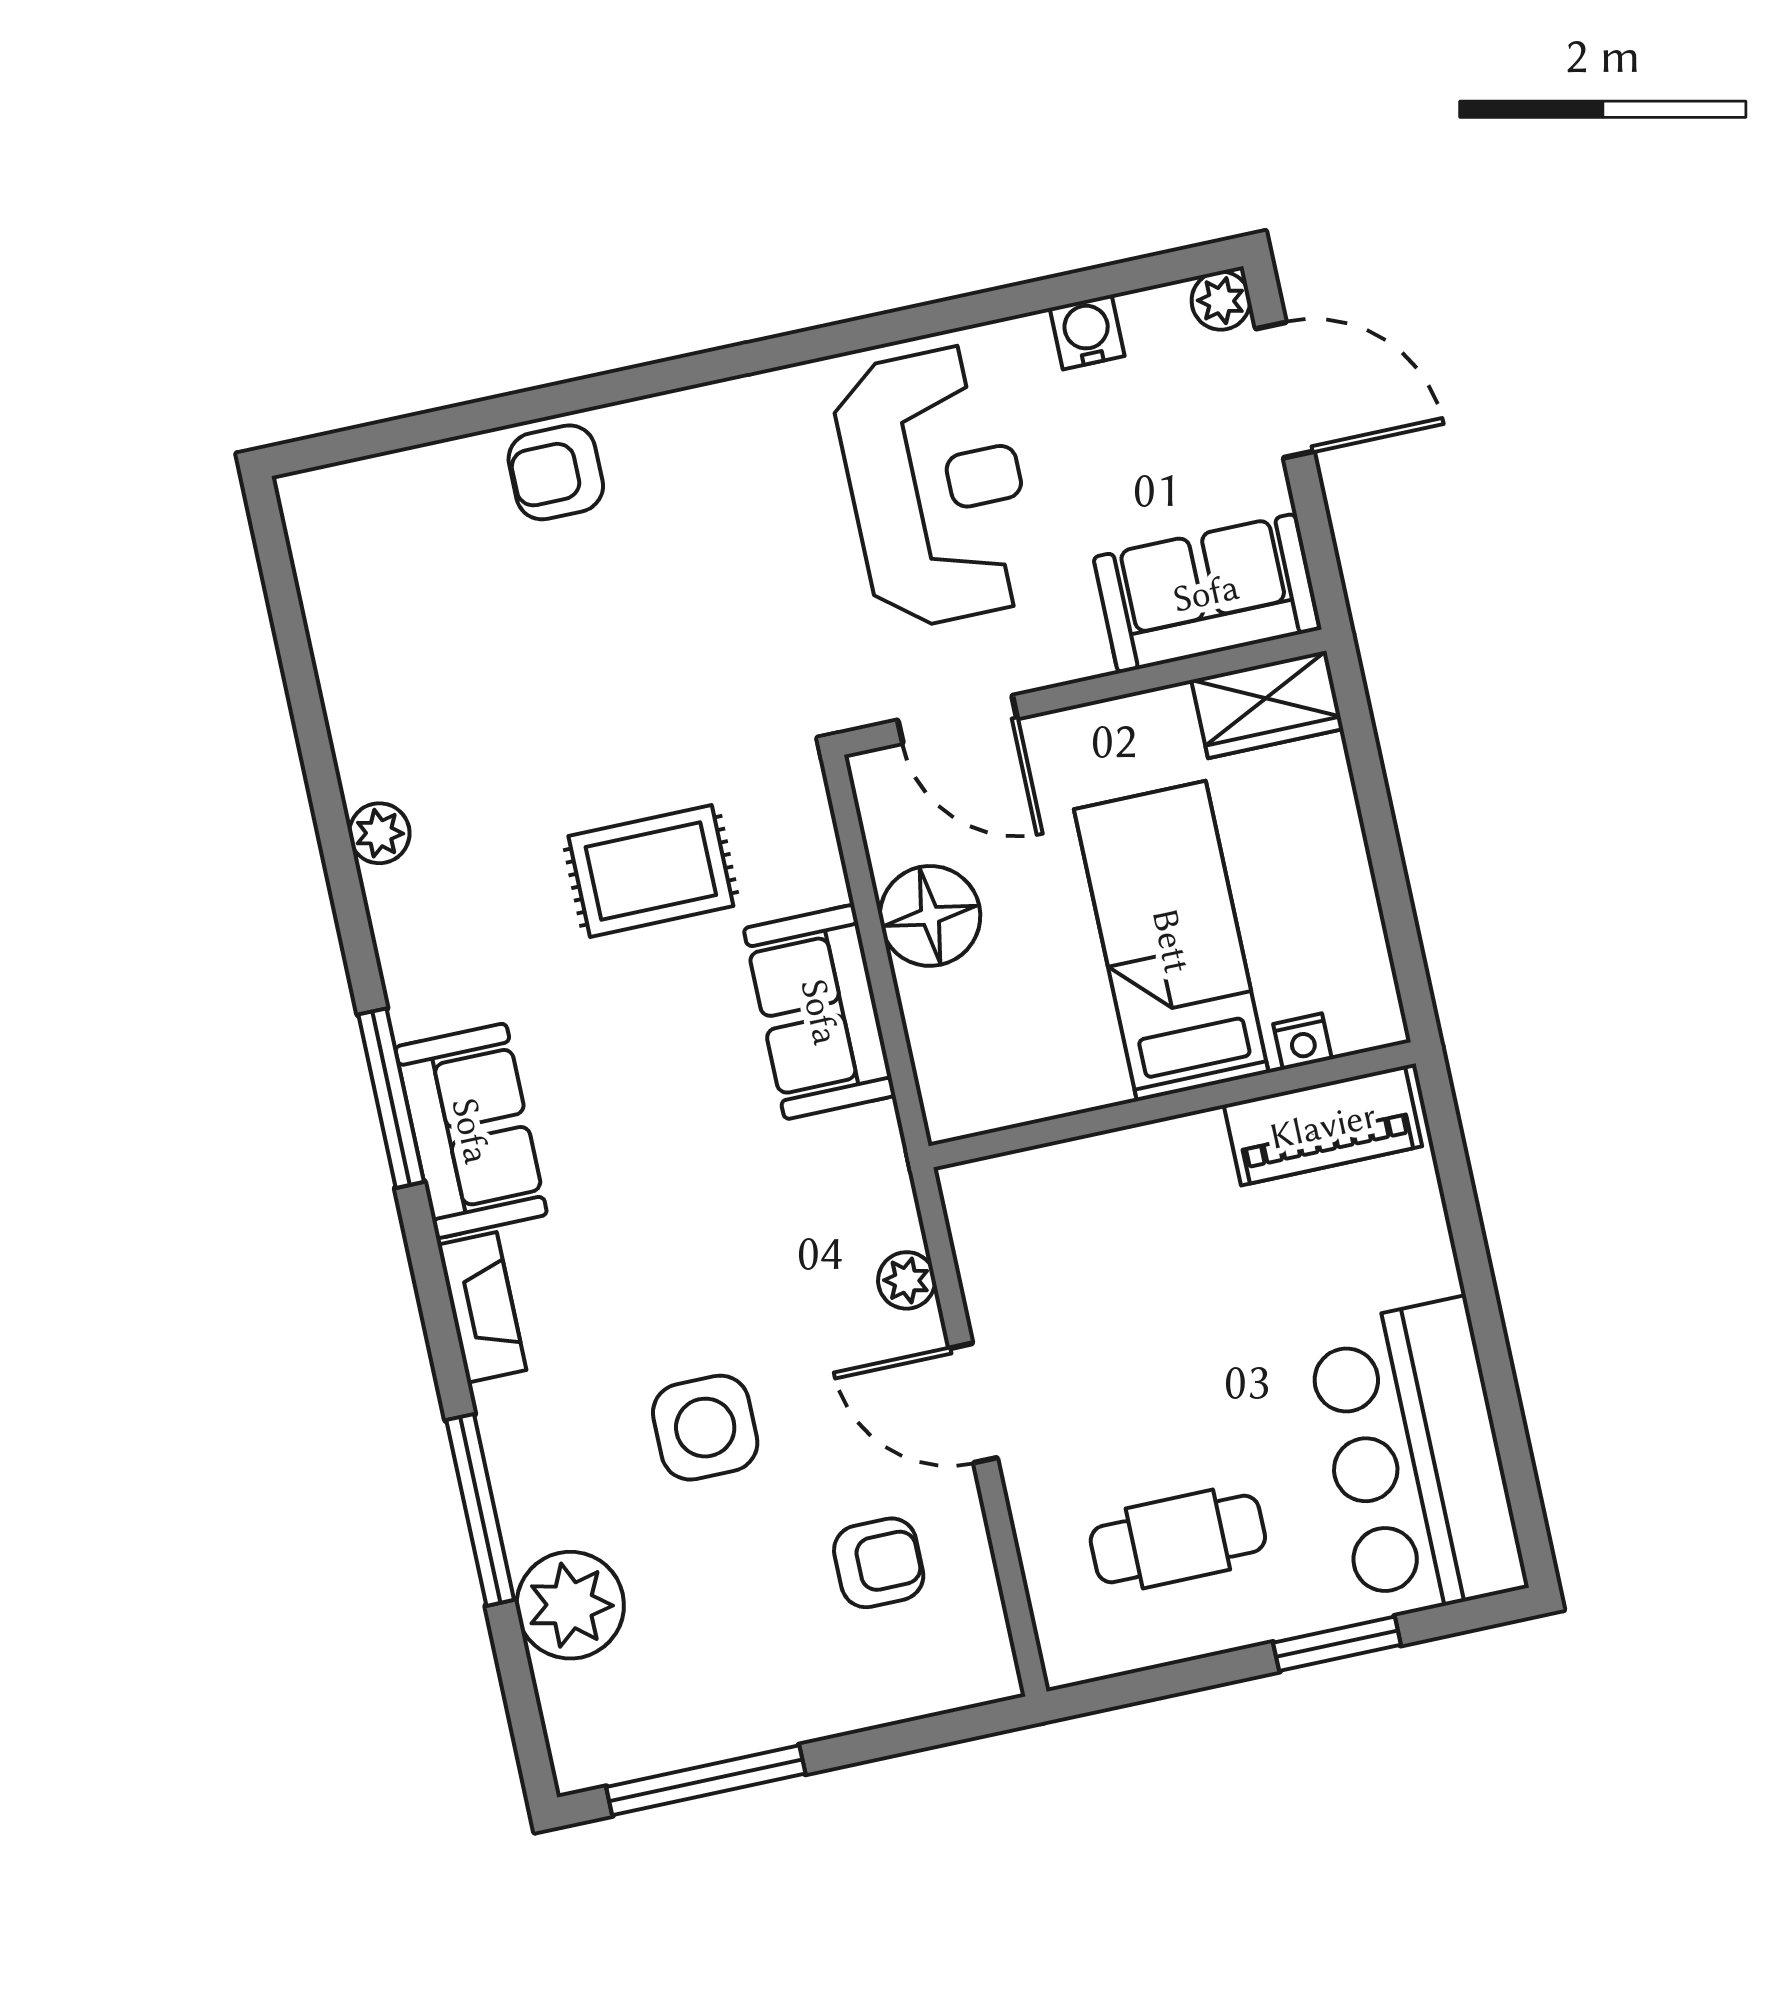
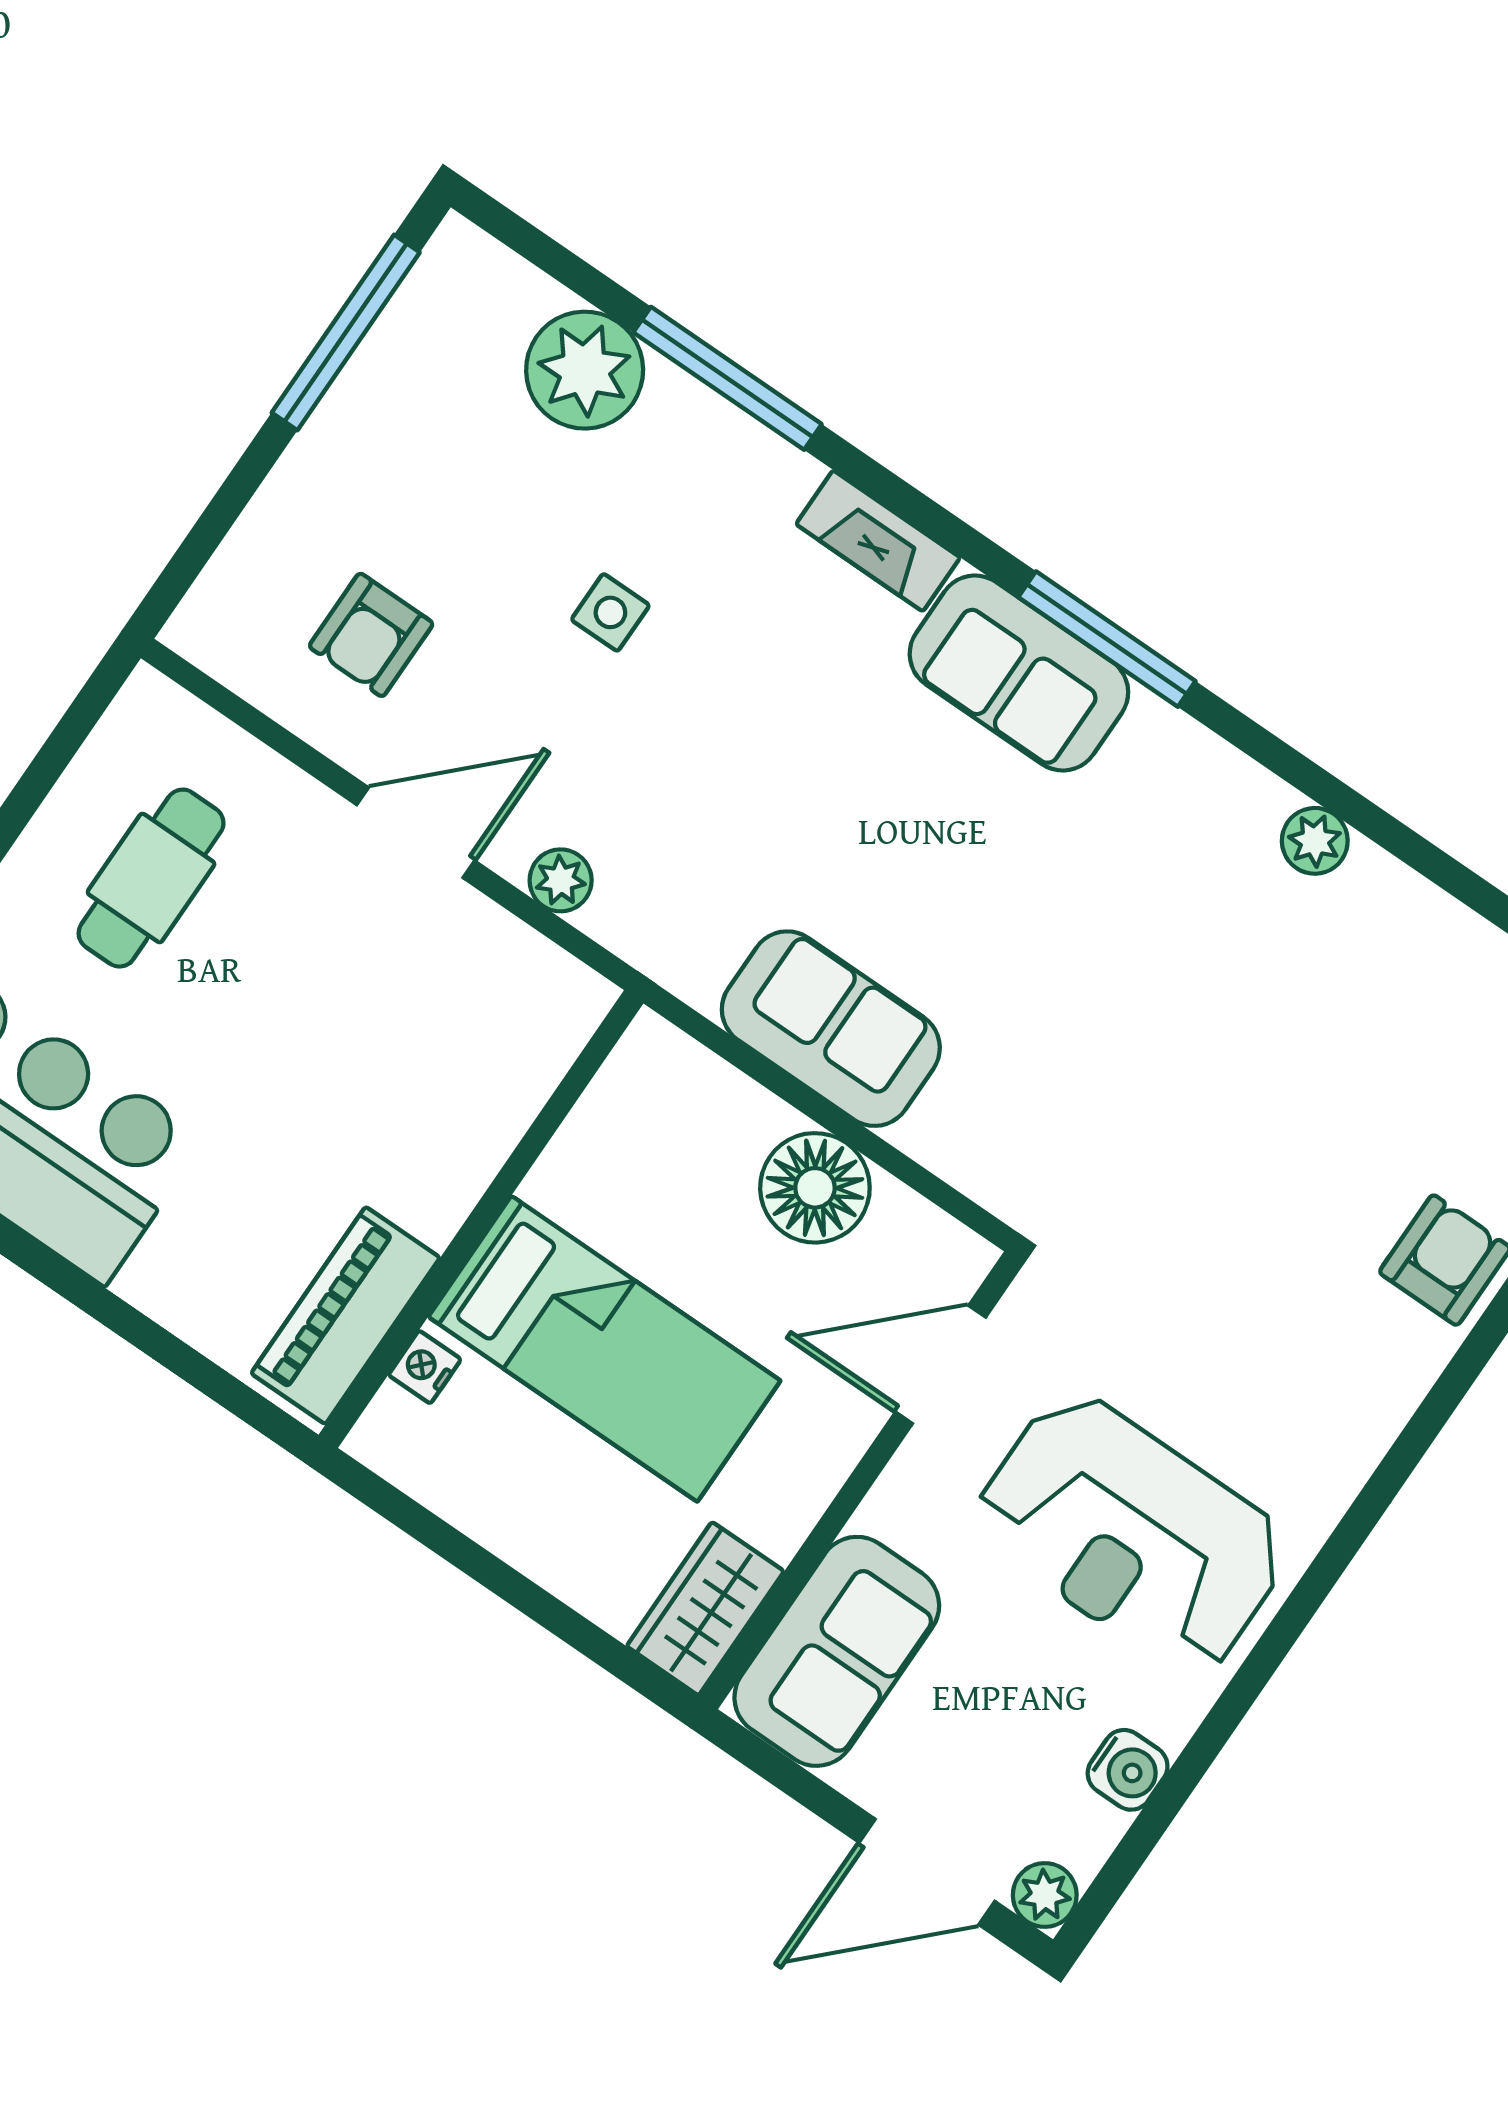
rug: (651, 871) -> (1071, 1014), removed
side table: (705, 1428) -> (610, 612), width x0.54, depth x0.54

